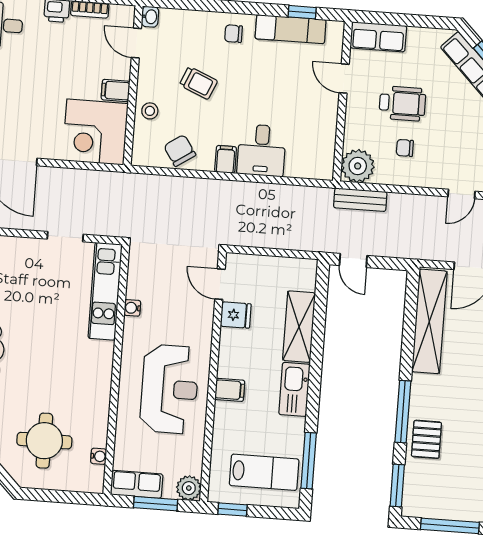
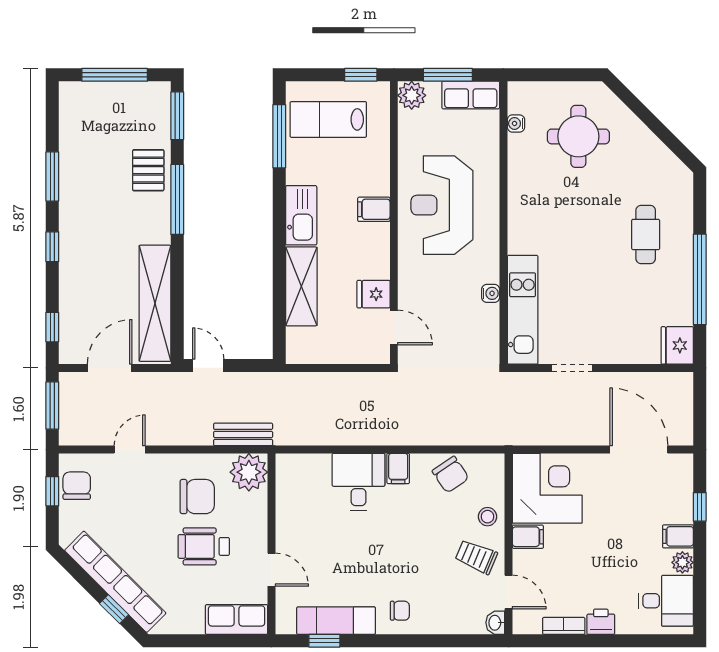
trolley: (198, 83) -> (476, 557), moved
chair: (405, 148) -> (197, 497), width x1.87, depth x1.87
door: (353, 260) -> (208, 365), moved

